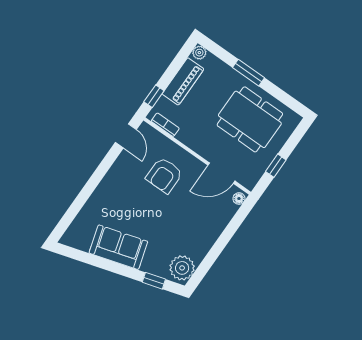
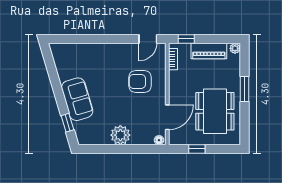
door: (221, 173) -> (167, 117), swing flipped
sofa: (118, 247) -> (77, 99), moved
plant: (182, 268) -> (120, 135), moved

